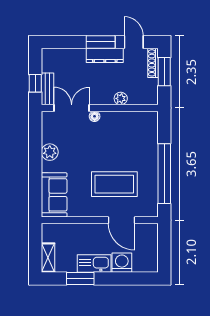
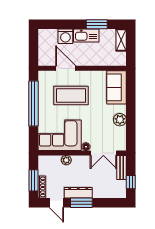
window: (35, 83) -> (131, 182), moved
corner sofa: (130, 131) -> (60, 135), added

